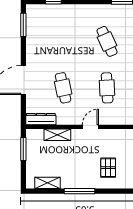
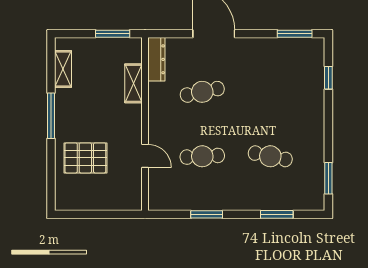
cafe table: (107, 41) -> (270, 156), turned 36
door: (90, 127) -> (145, 156), moved
pallet: (108, 168) -> (85, 158), width x1.50, depth x1.42

